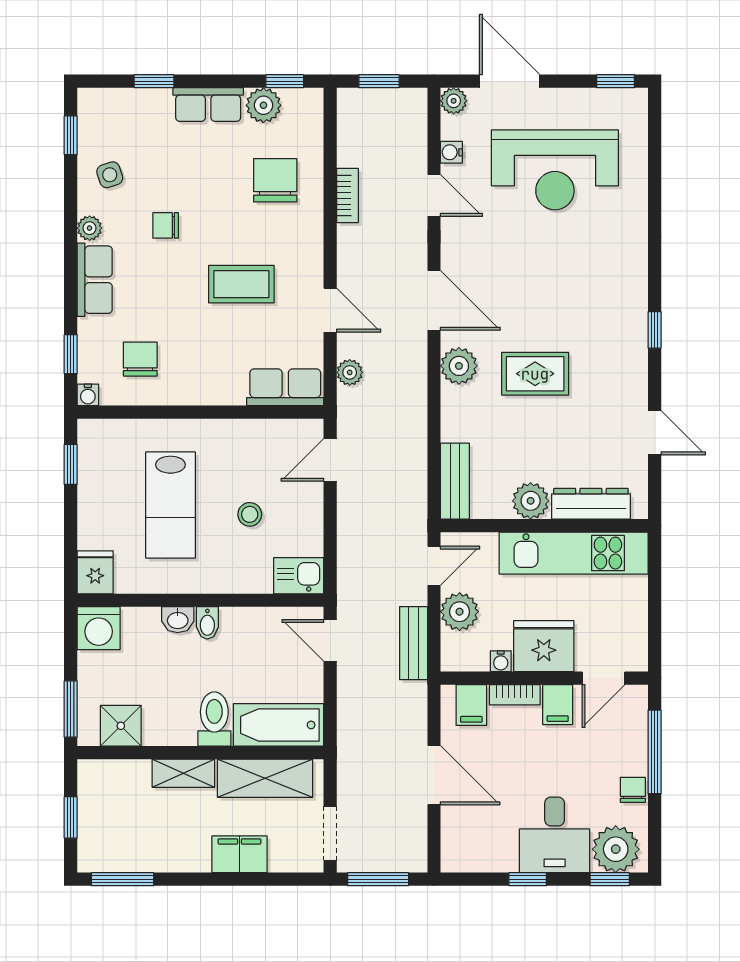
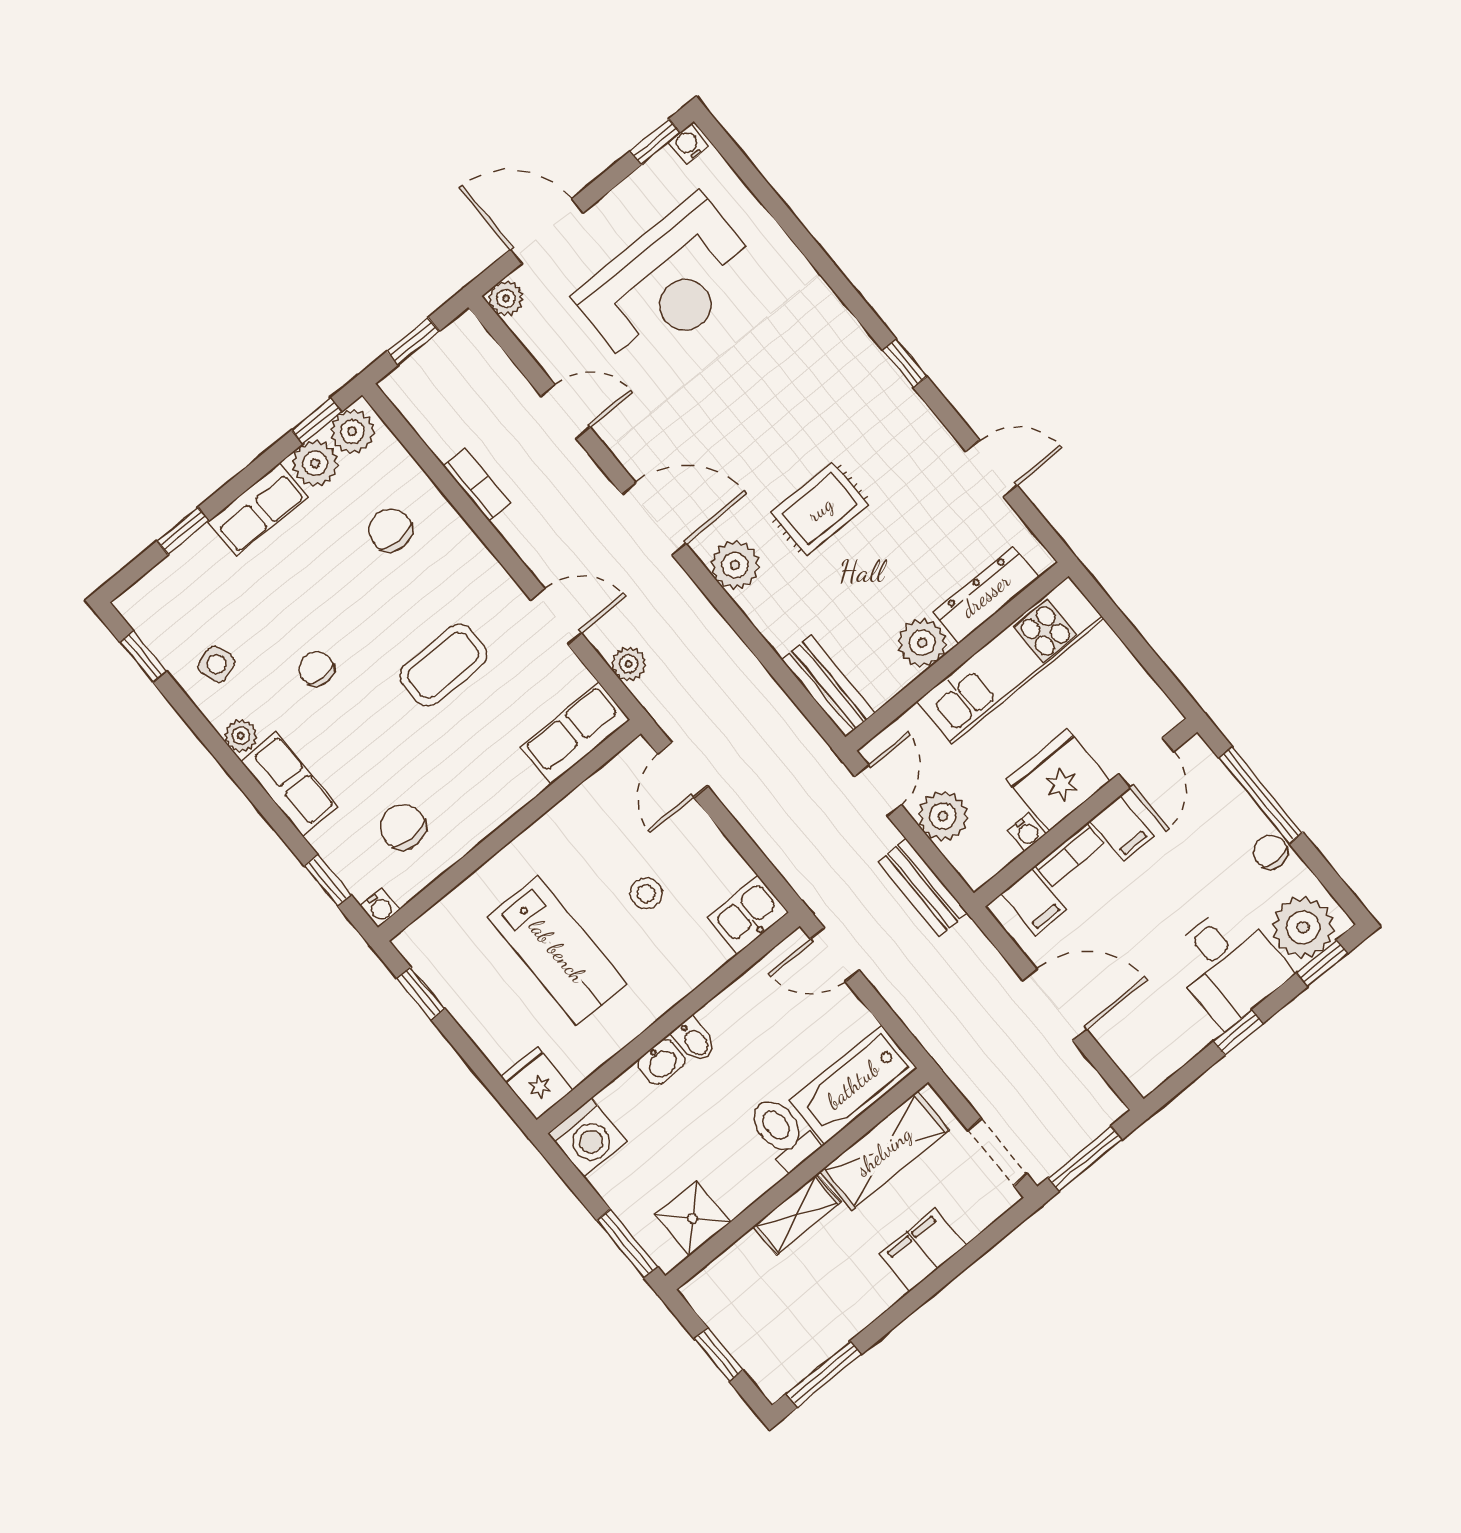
plant: (300, 104) -> (352, 431), added
water cooler: (451, 152) -> (688, 144), moved, turned 90
chair: (275, 180) -> (390, 530), width x0.73, depth x0.73
chair: (166, 225) -> (316, 669), turned 90

